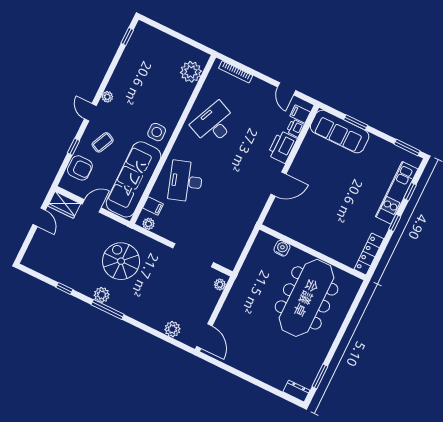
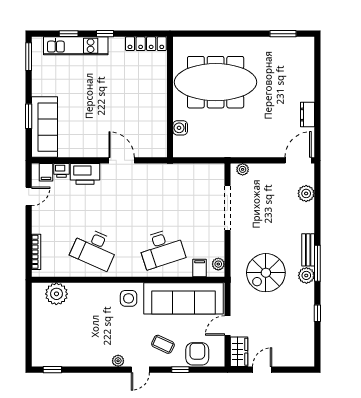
door: (92, 206) -> (227, 325), hinge flipped
bench: (123, 307) -> (308, 250), added
dresser: (296, 391) -> (307, 115), moved

